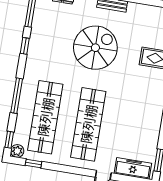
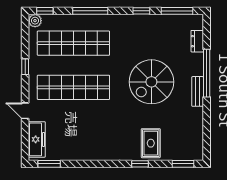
spiral stairs: (95, 48) -> (151, 82), turned 90
window: (33, 163) -> (25, 67), moved

